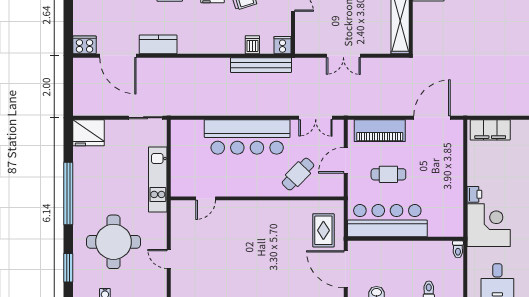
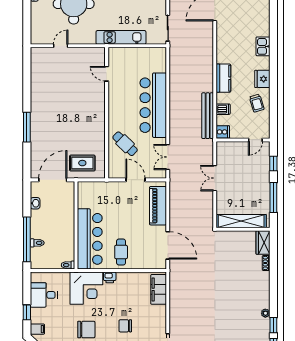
kitchen counter: (158, 44) -> (223, 78), moved
cafe table: (388, 174) -> (121, 252), moved
bar counter: (387, 221) -> (90, 239), moved

